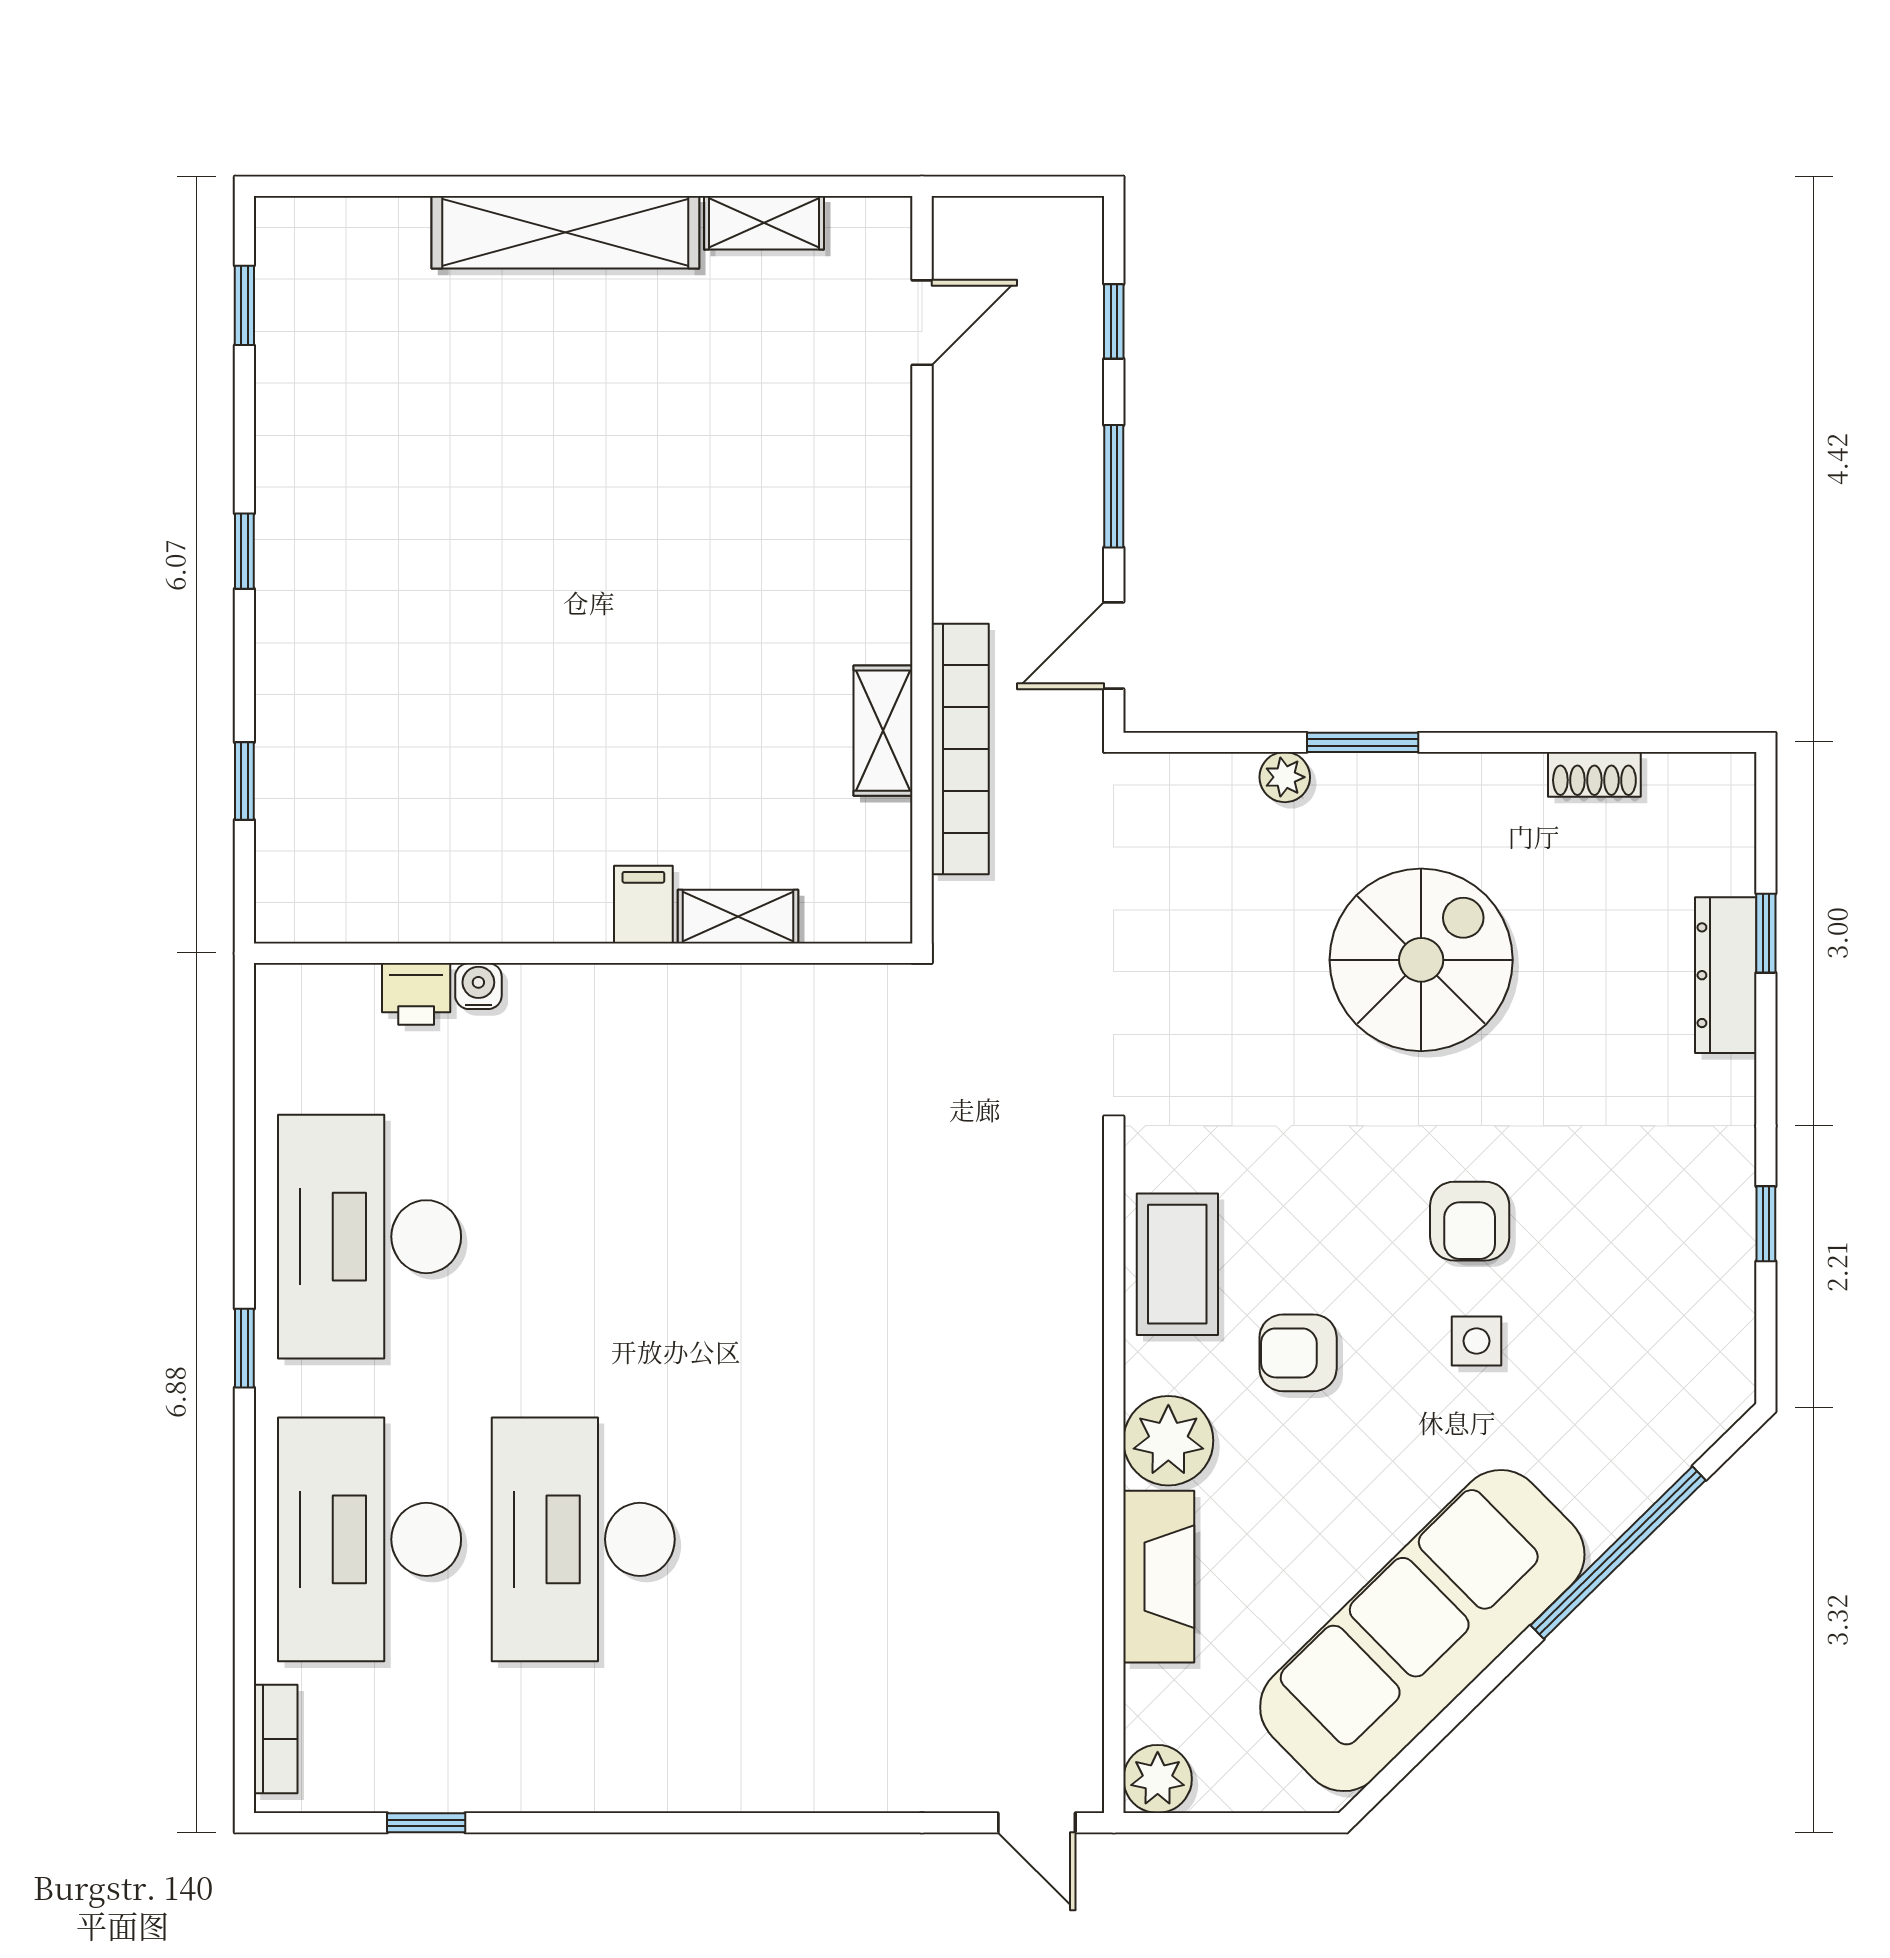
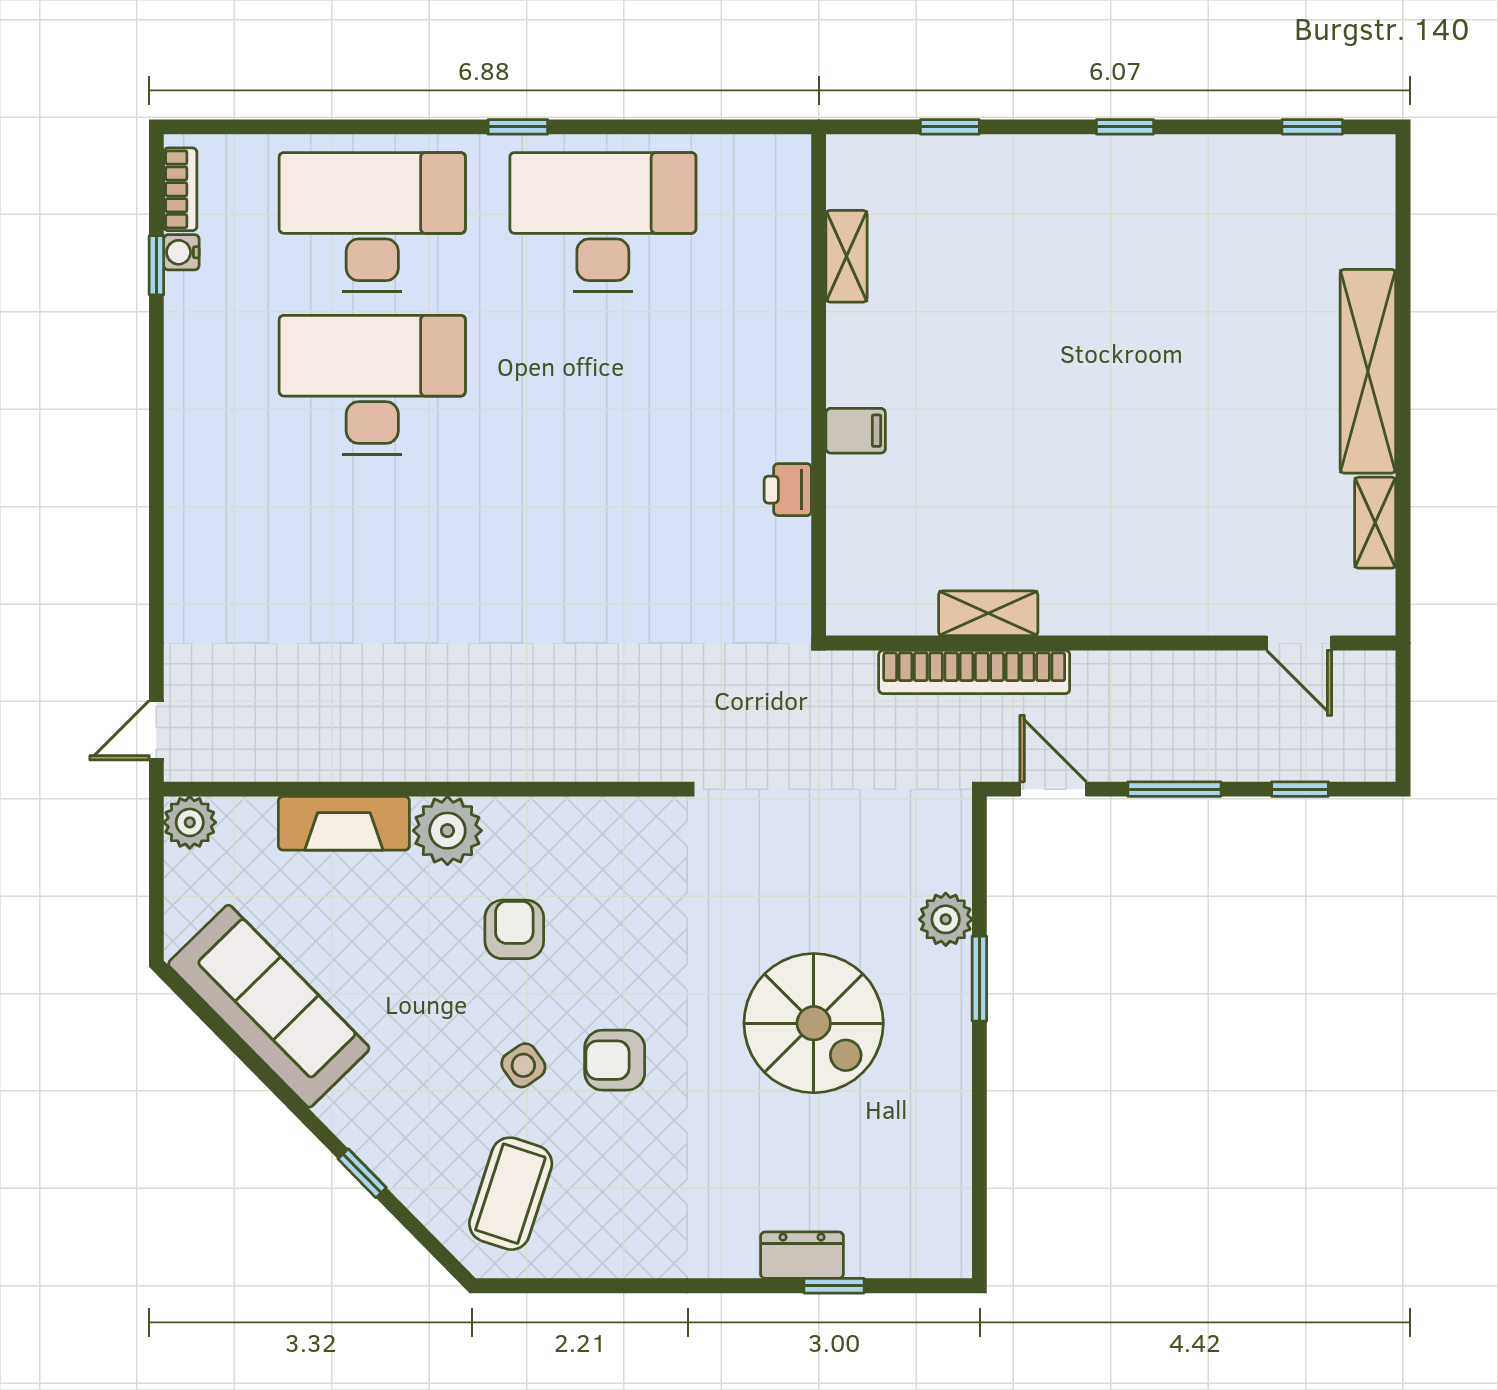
shoe rack: (1594, 774) -> (955, 1155), removed
plant: (1285, 777) -> (946, 919), width x1.38, depth x1.38
shelving: (738, 917) -> (847, 256), moved
dresser: (1726, 975) -> (802, 1255), width x0.70
water cooler: (478, 986) -> (181, 252), moved, turned 180
printer: (416, 994) -> (788, 490), moved
window: (1766, 1224) -> (613, 1286), removed
coffee table: (1177, 1264) -> (511, 1194), moved, turned -72
side table: (1476, 1341) -> (523, 1065), turned -35
window: (1618, 1553) -> (362, 1173), width x0.32
sofa: (1422, 1631) -> (269, 1006), width x0.74, depth x0.79
bookcase: (276, 1739) -> (180, 189), moved, turned -90

